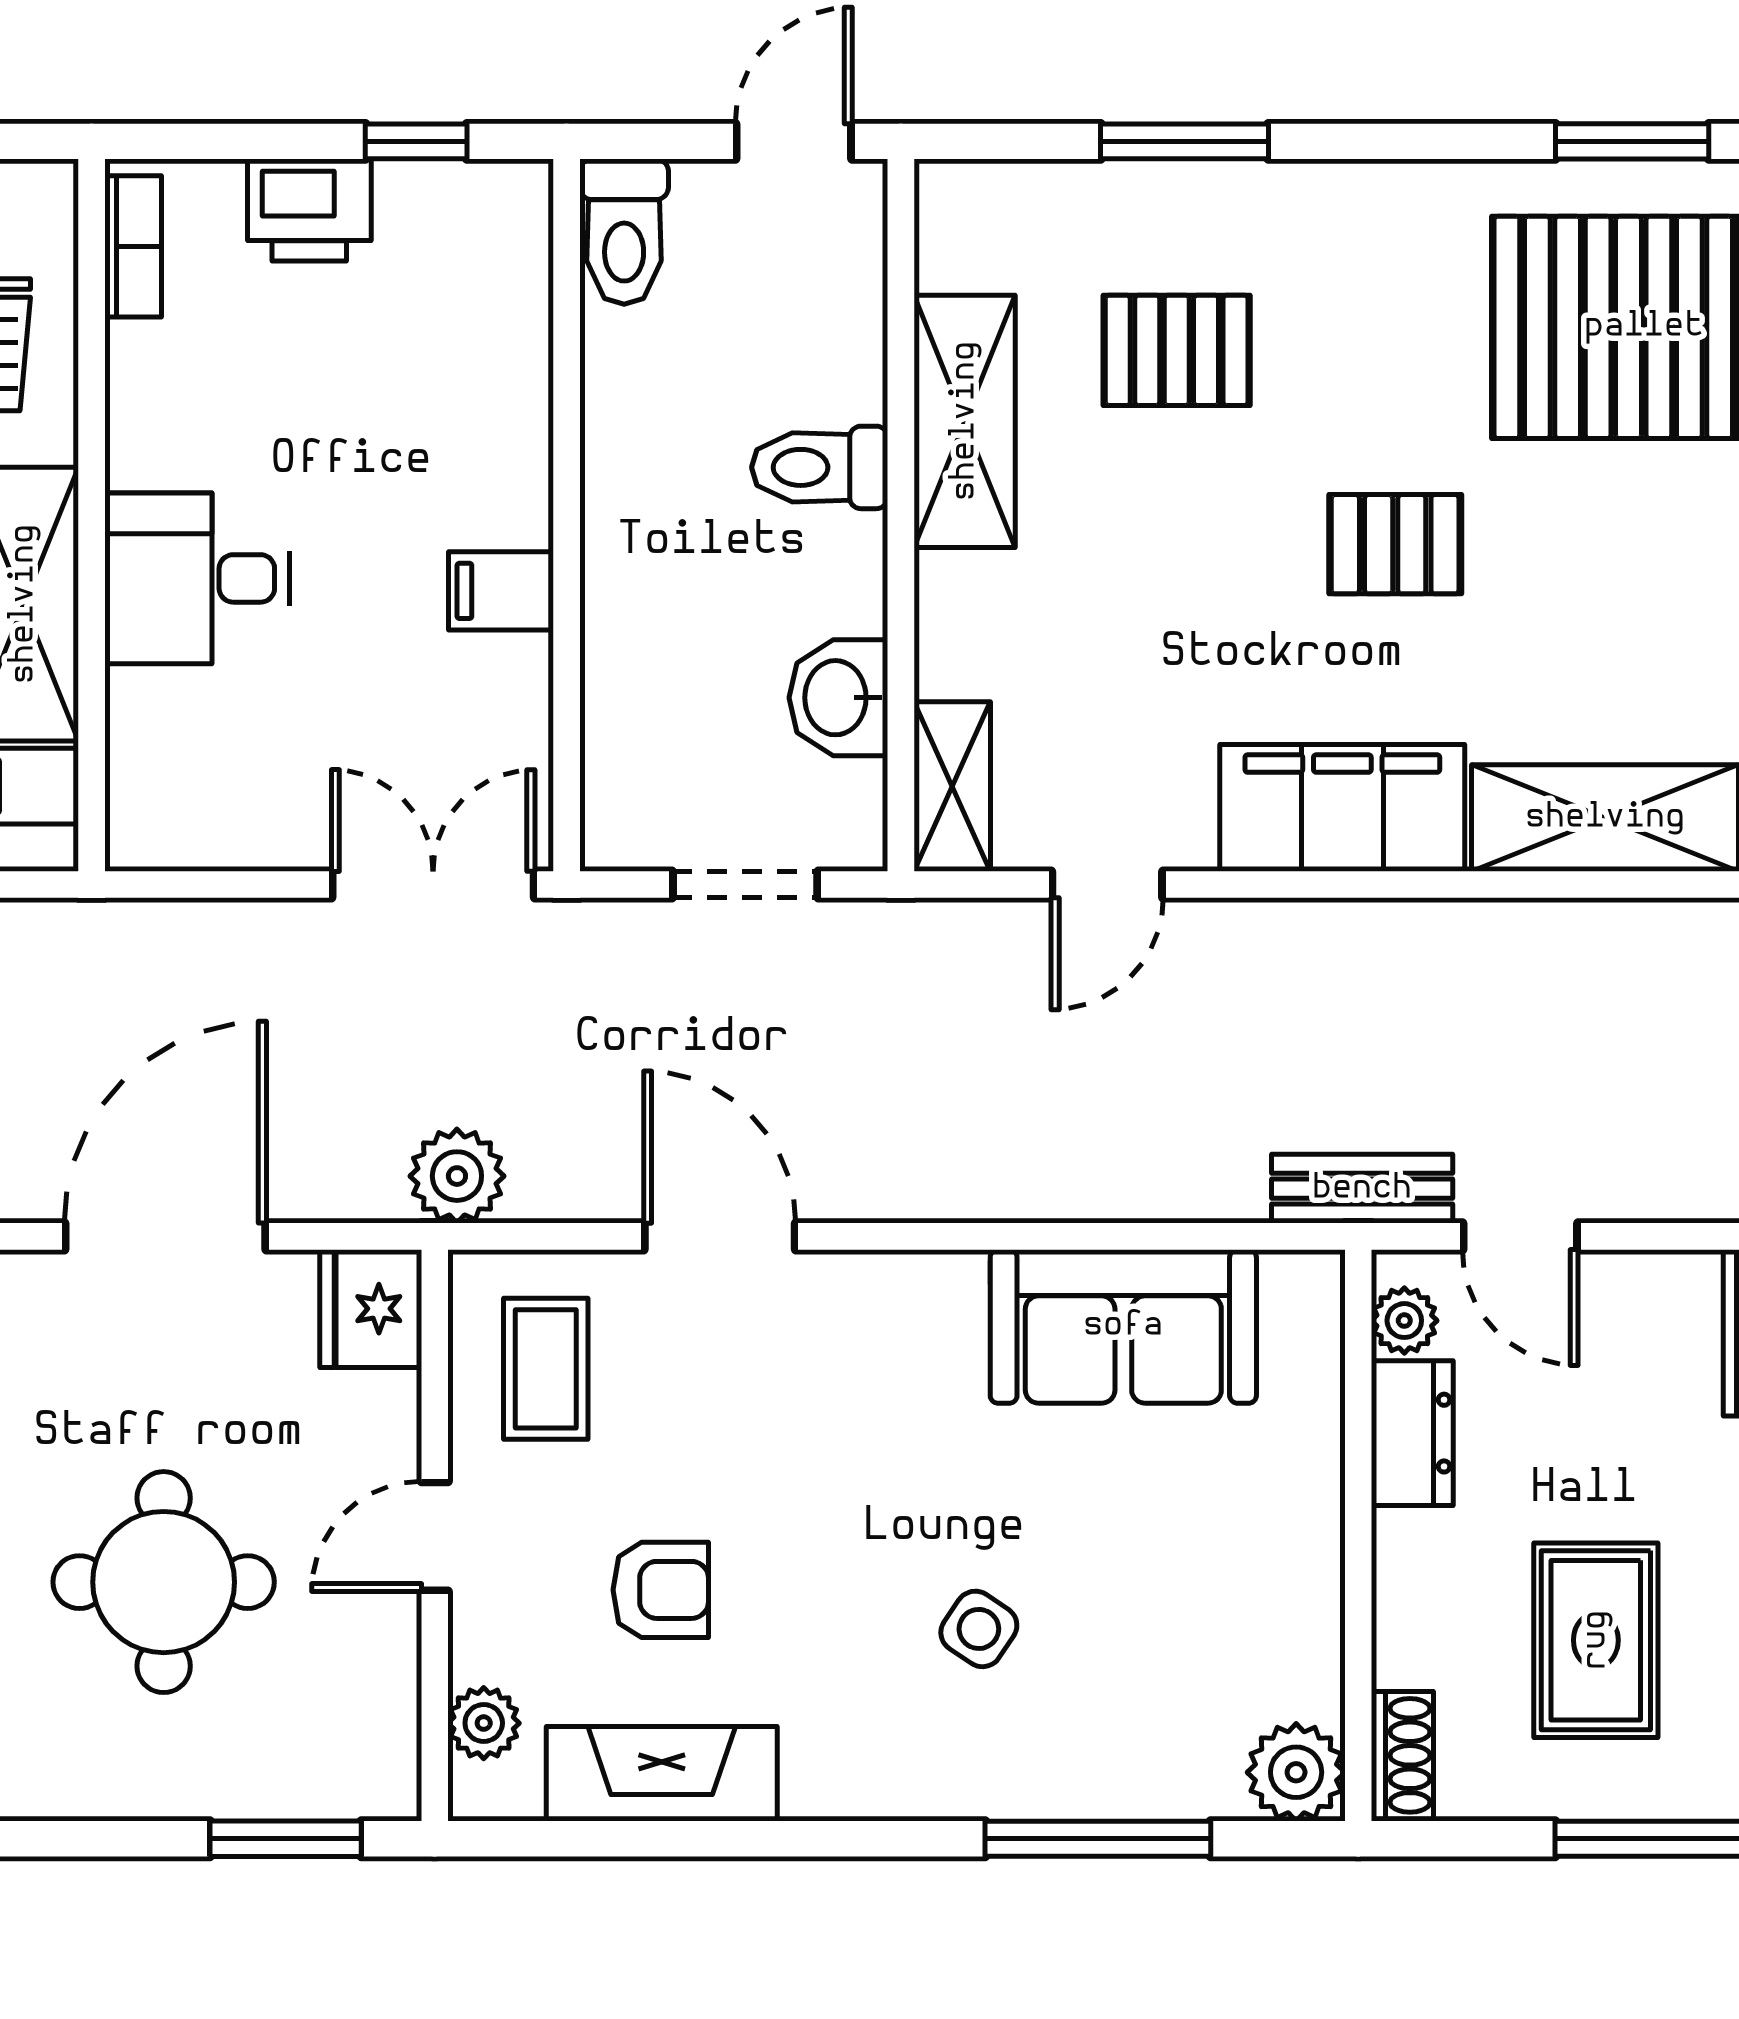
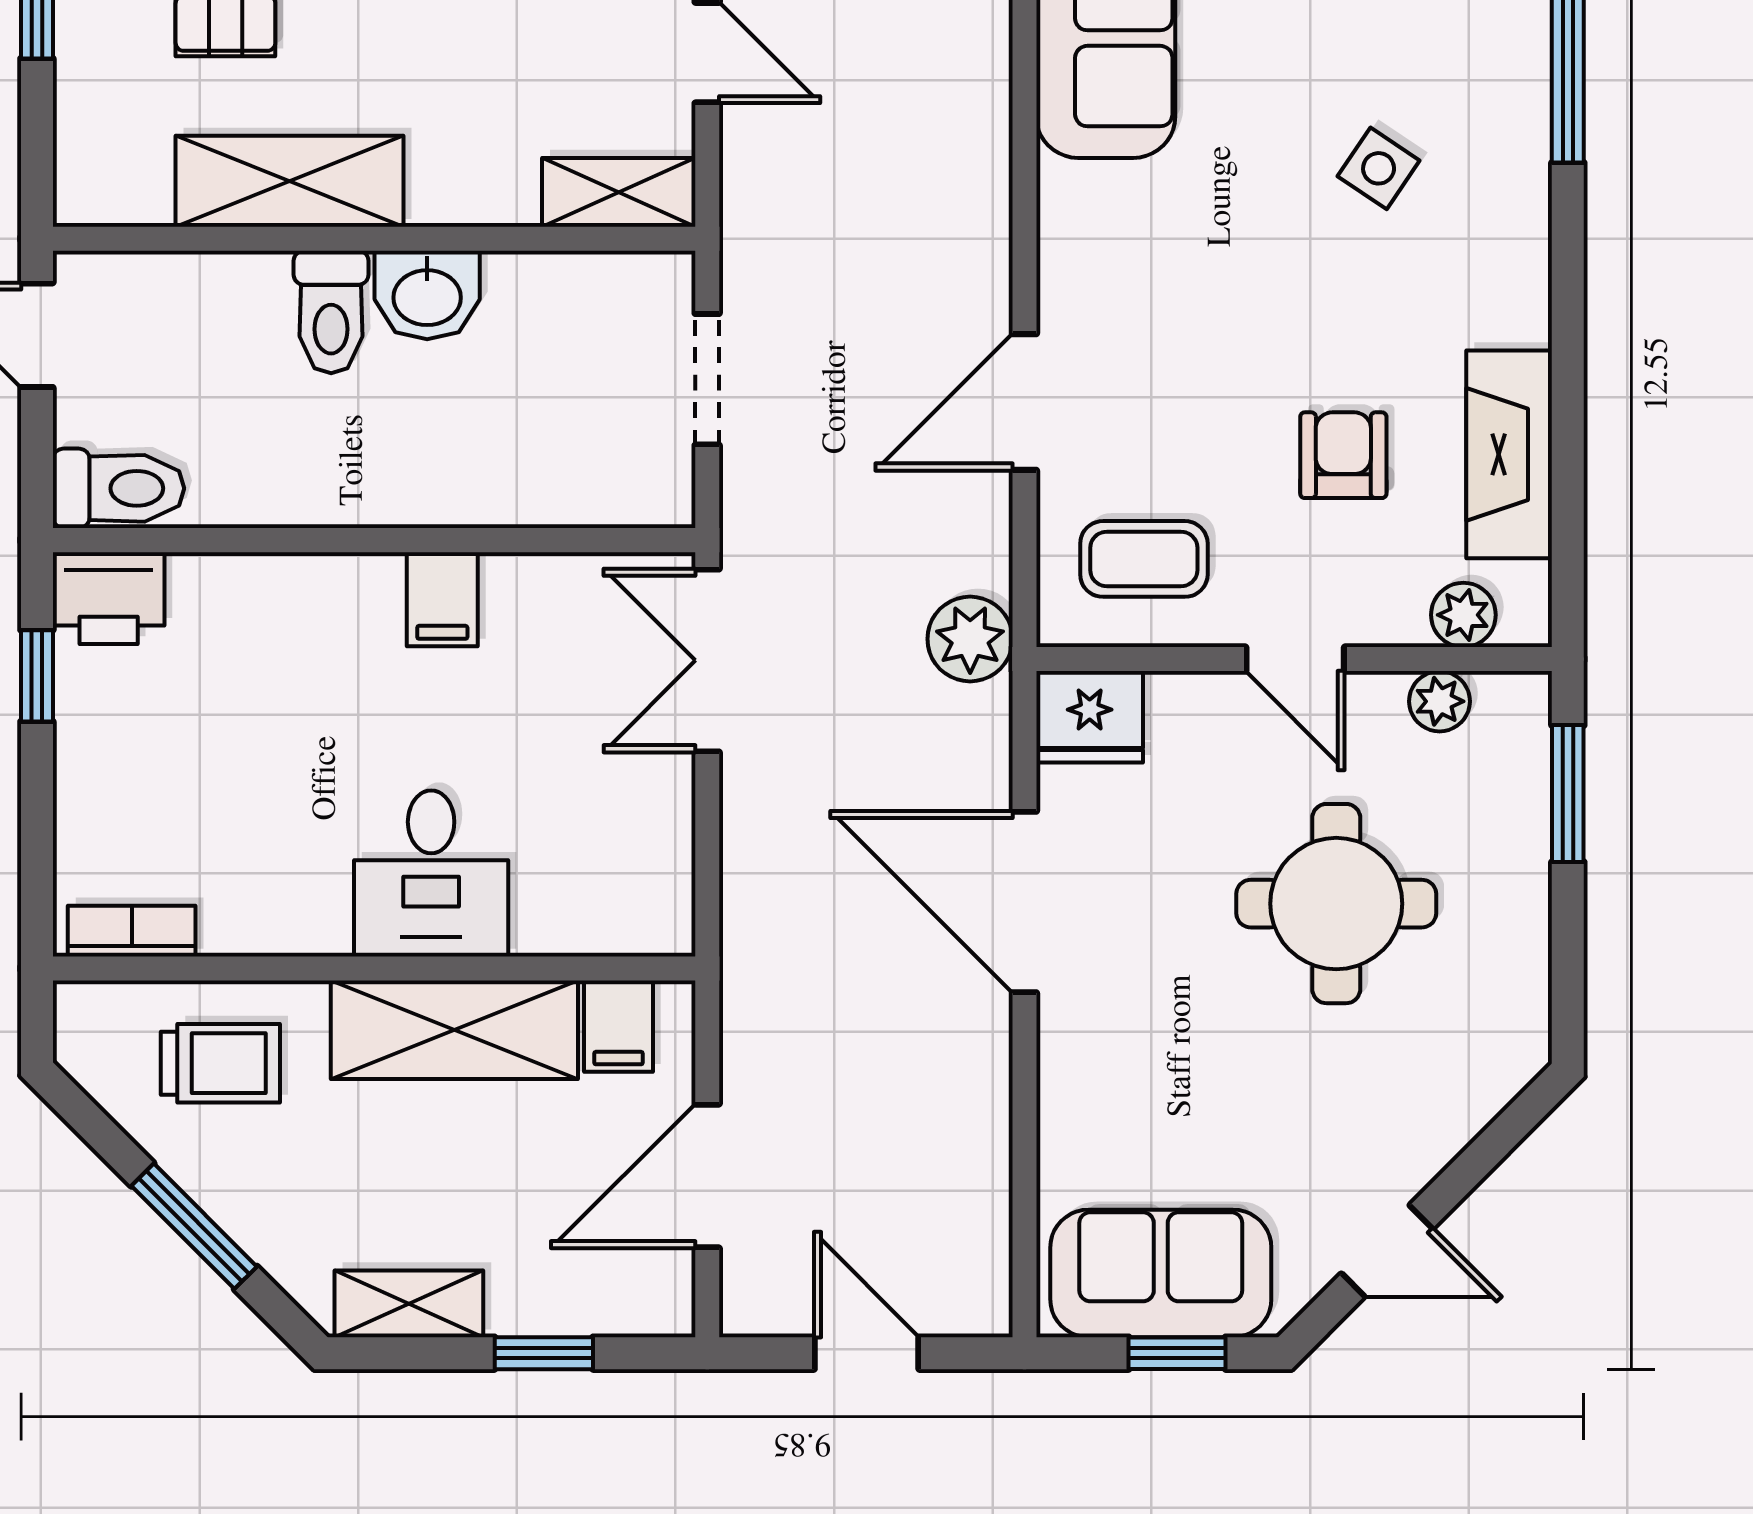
printer: (309, 210) -> (109, 598), moved, turned 90
washbasin: (838, 698) -> (427, 295), moved
plant: (388, 1697) -> (1440, 701), added

